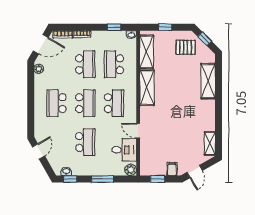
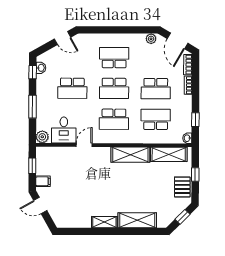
pallet: (186, 47) -> (182, 187), moved
shelving: (210, 143) -> (104, 222), moved

